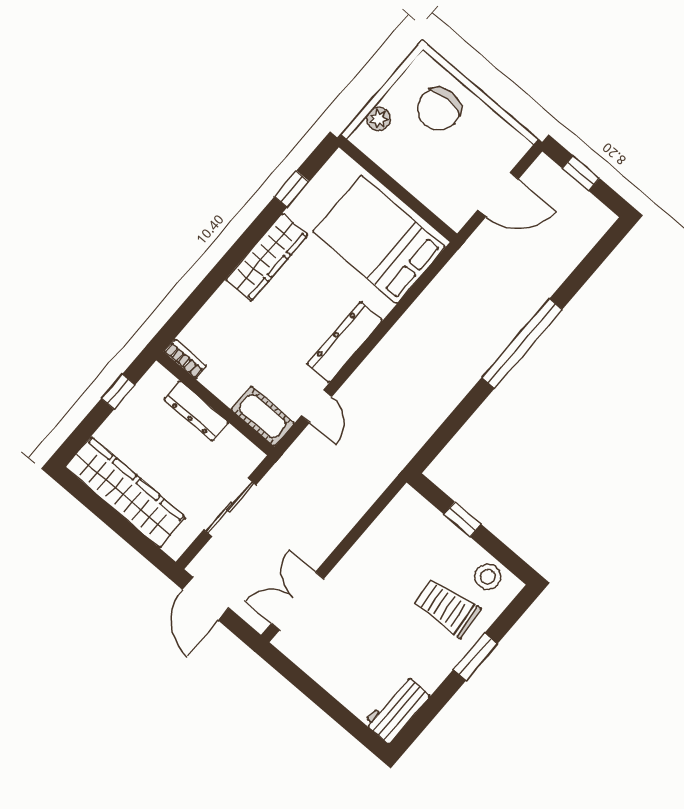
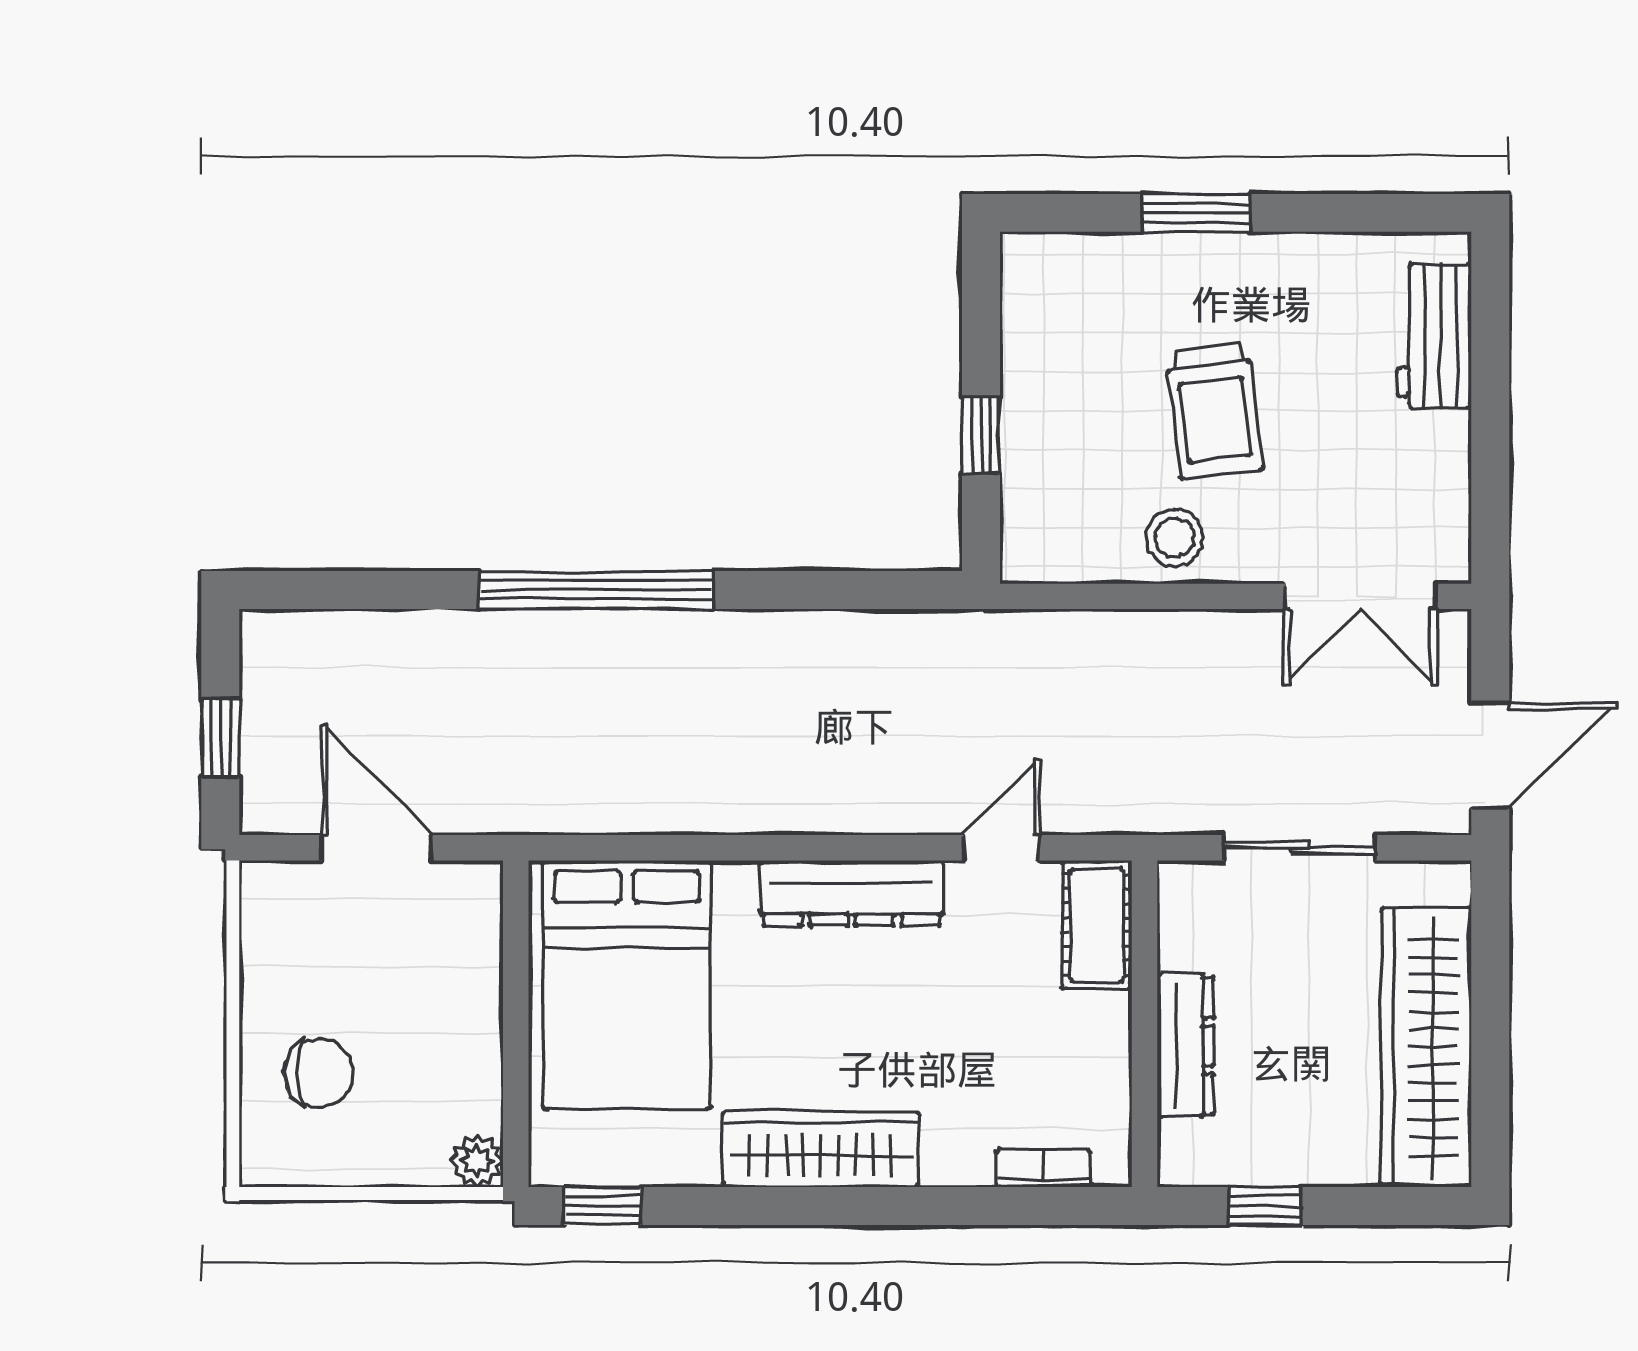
chair: (439, 109) -> (318, 1073), width x0.73, depth x0.73
plant: (379, 119) -> (477, 1161), moved
window: (292, 189) -> (603, 1206), moved
bookcase: (185, 359) -> (1043, 1168), moved, turned 90
stool: (488, 577) -> (1175, 538), moved
trolley: (447, 608) -> (1214, 411), moved
workbench: (397, 710) -> (1434, 336), moved, turned 90

